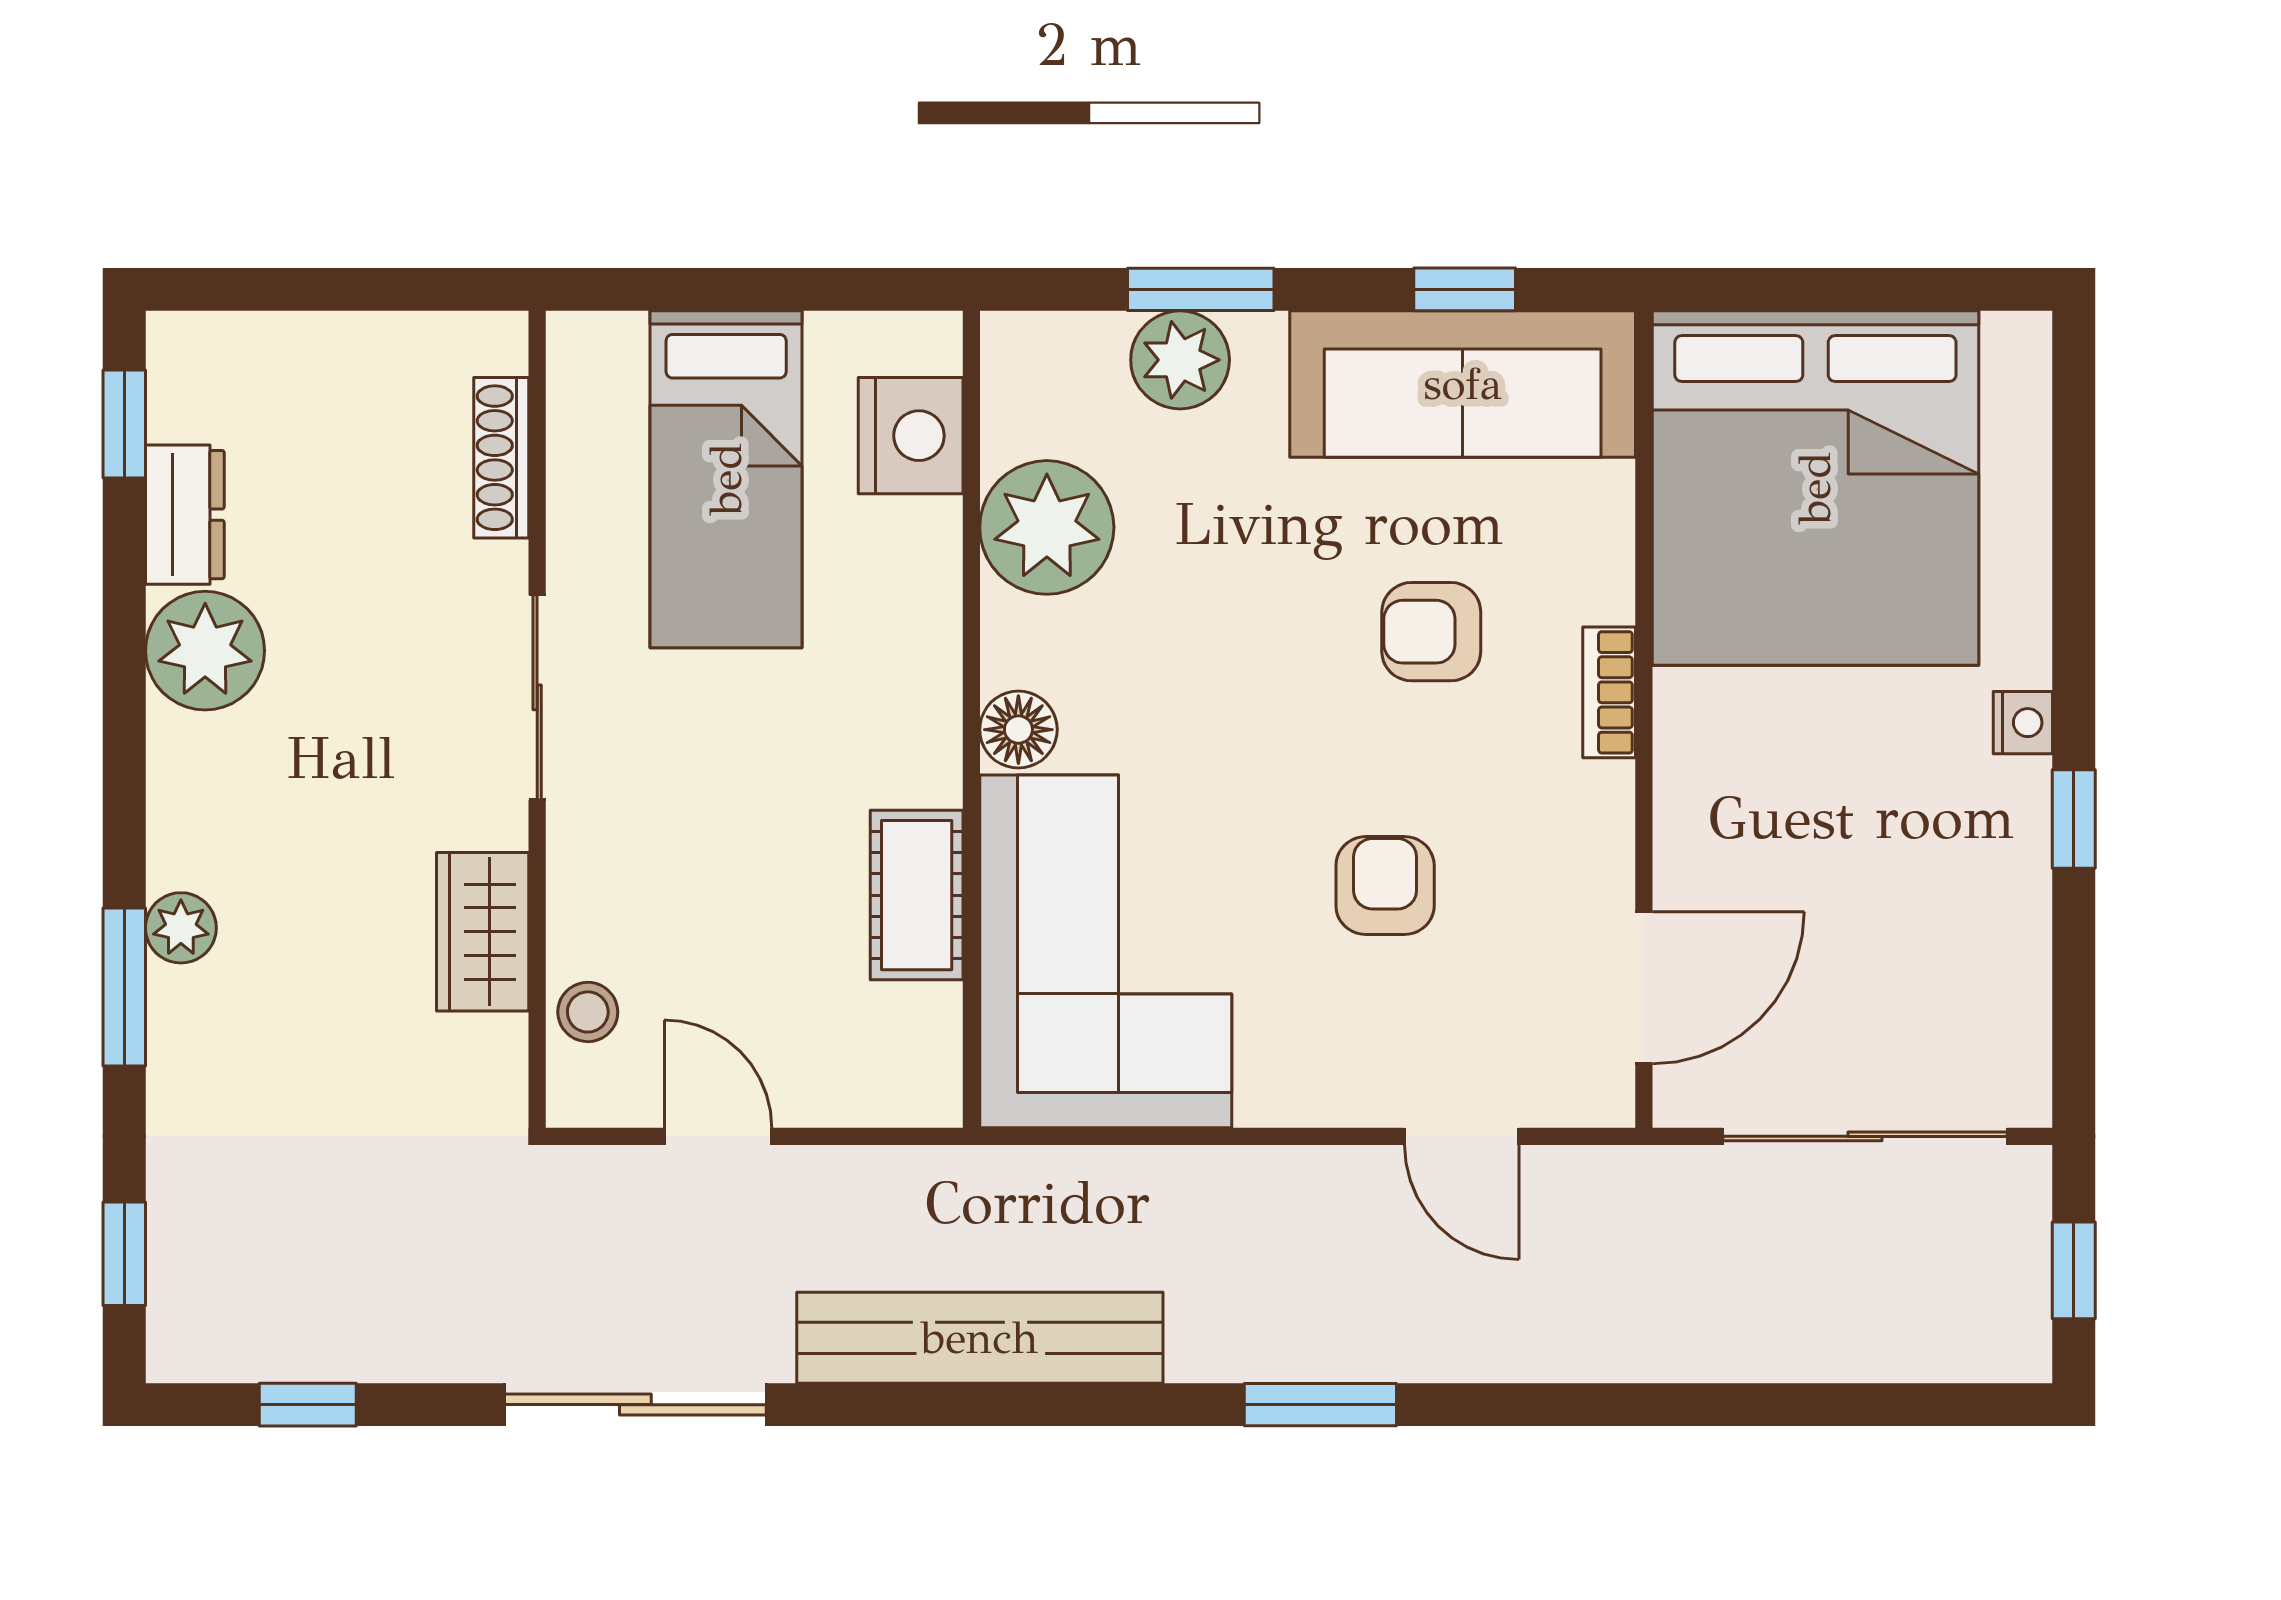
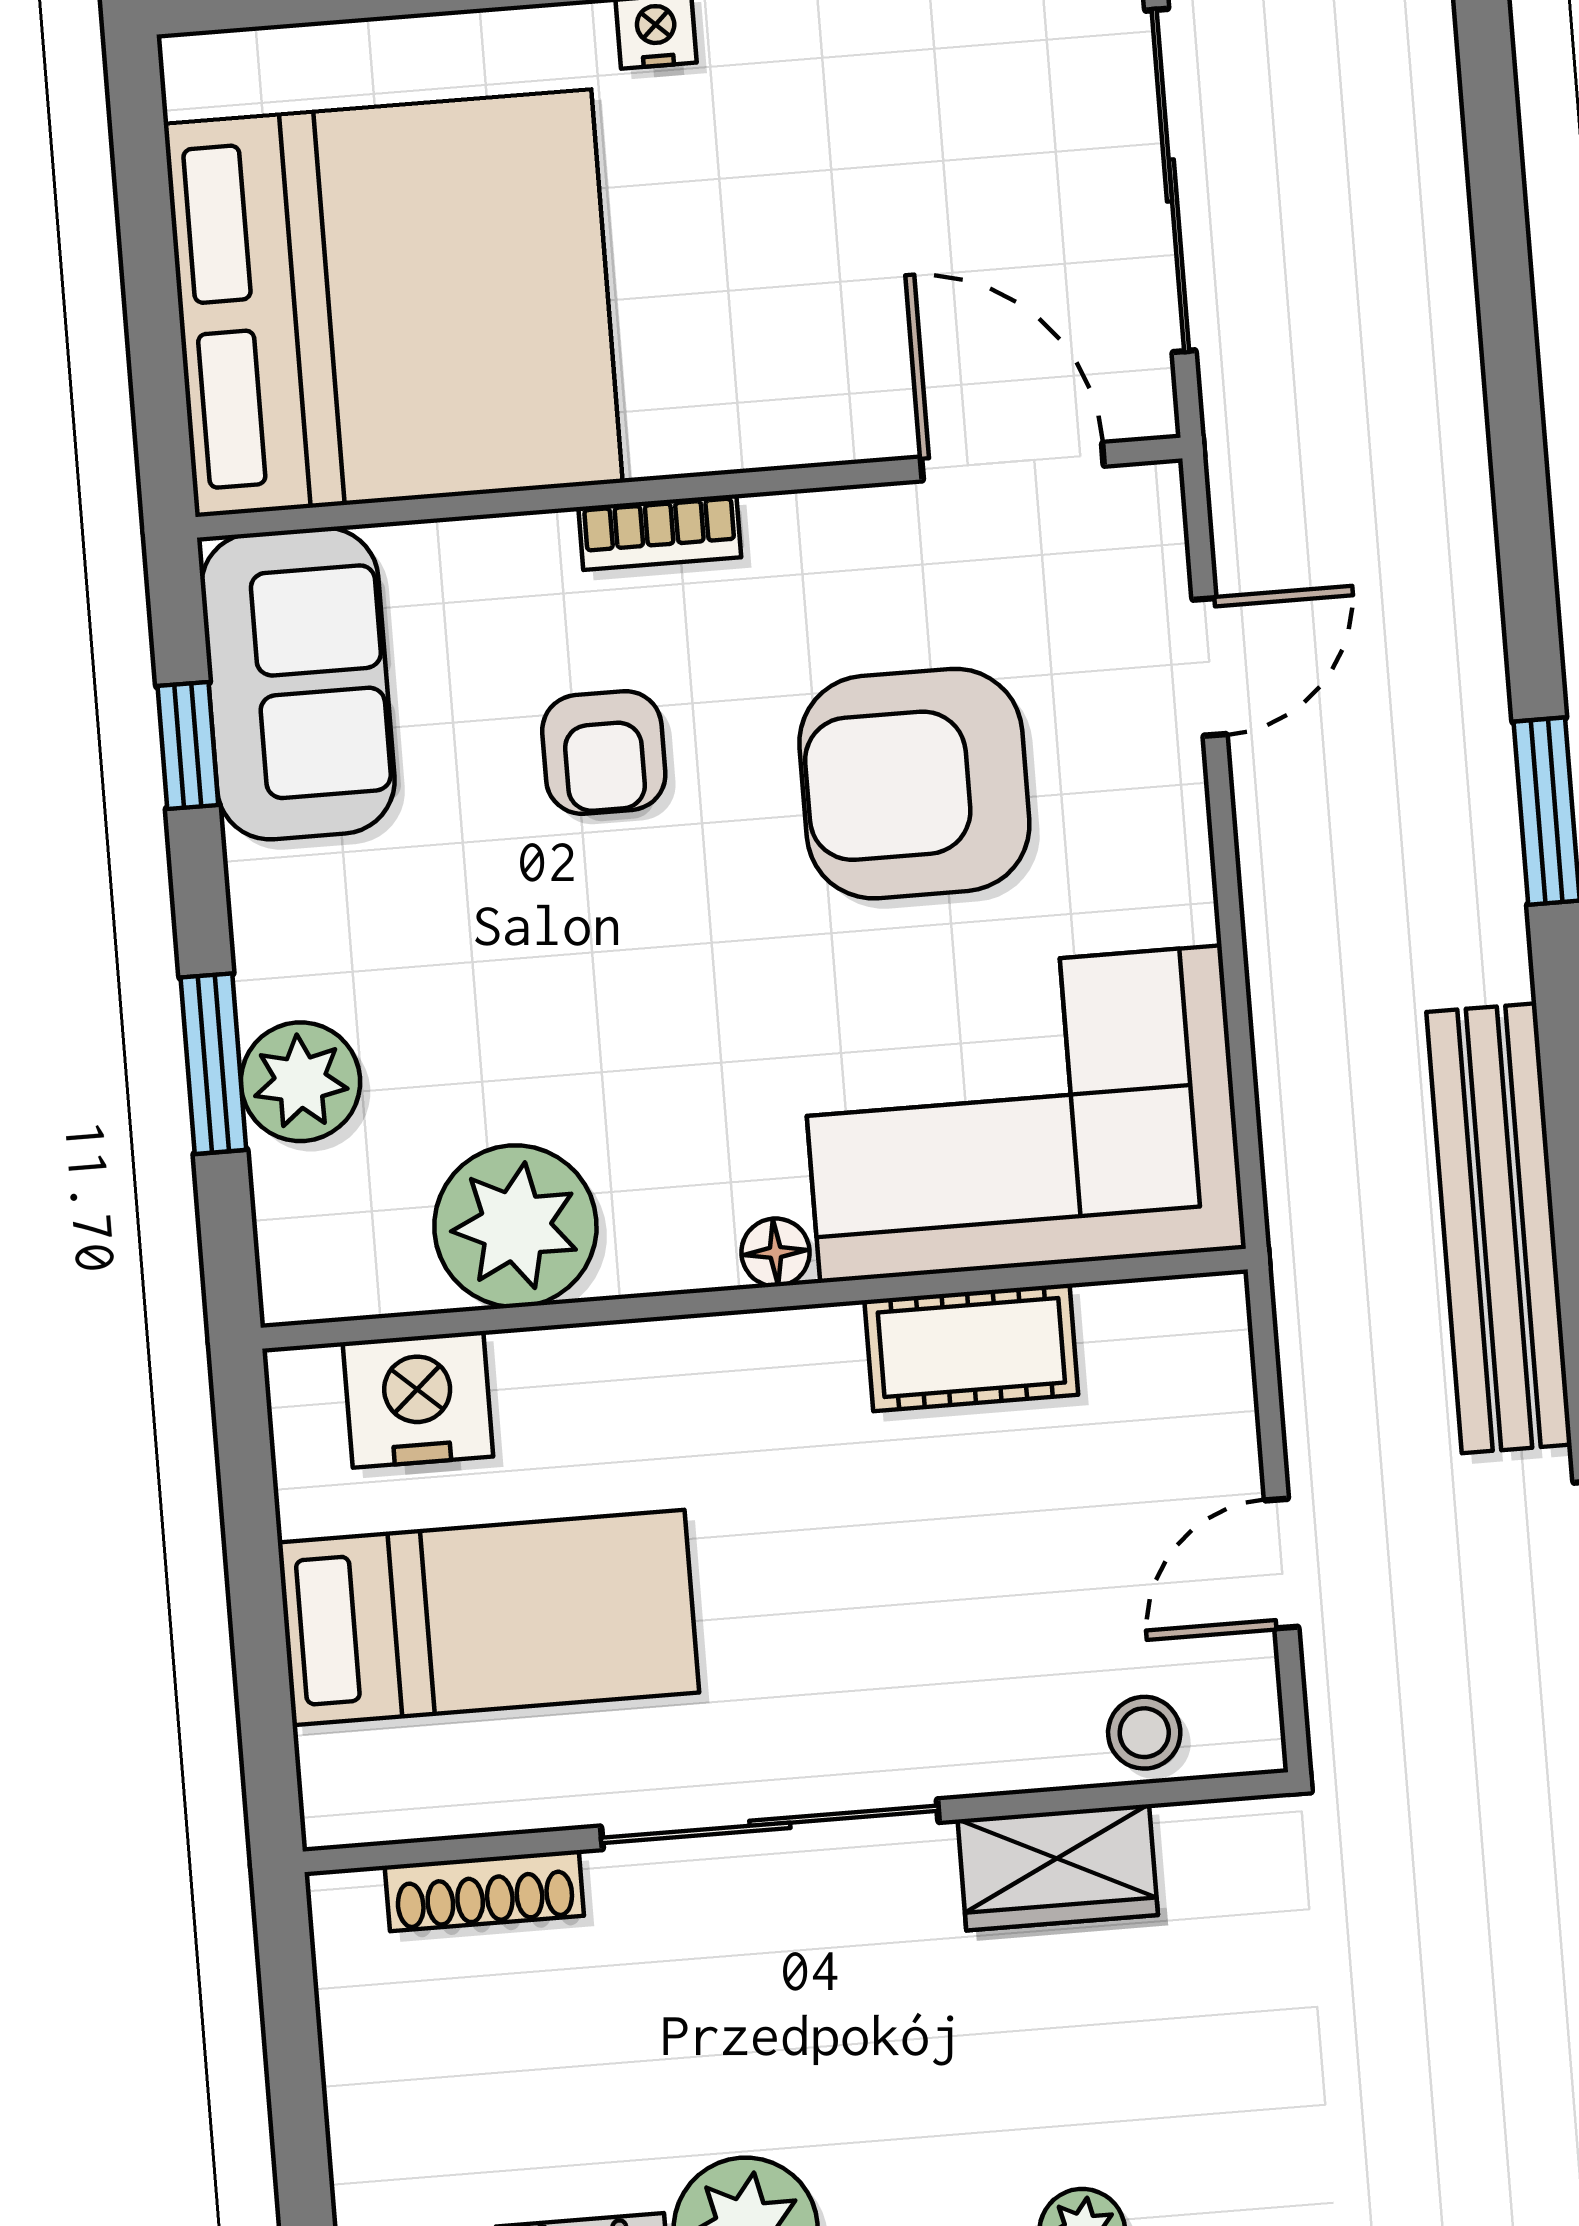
sofa: (1463, 384) -> (298, 684), width x0.73
sliding door: (537, 697) -> (770, 1824), width x1.37
floor lamp: (1018, 730) -> (776, 1252), width x0.73, depth x0.73
armchair: (1385, 886) -> (914, 784), width x1.88, depth x1.88

